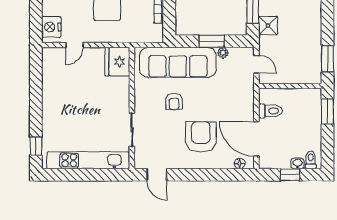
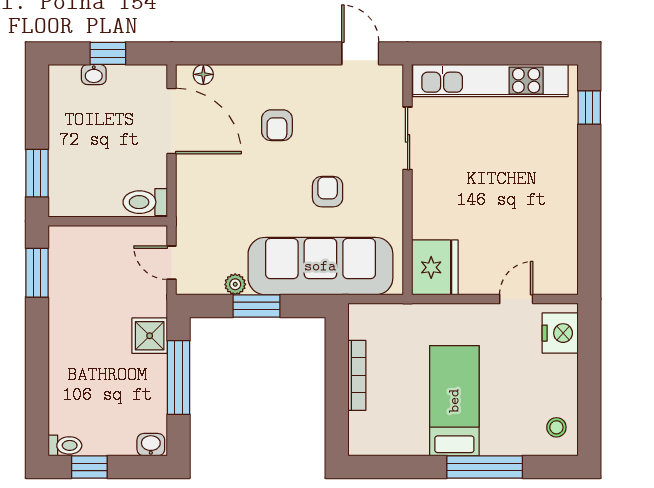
toilet: (270, 111) -> (145, 202), moved
armchair: (201, 137) -> (277, 125), width x0.53, depth x0.53
toilet: (311, 160) -> (69, 81), removed

